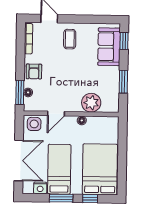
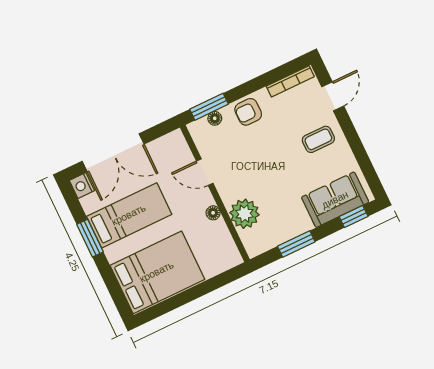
side table: (34, 124) -> (175, 149), removed
nightstand: (40, 188) -> (82, 186), moved
window: (90, 199) -> (110, 279), removed

